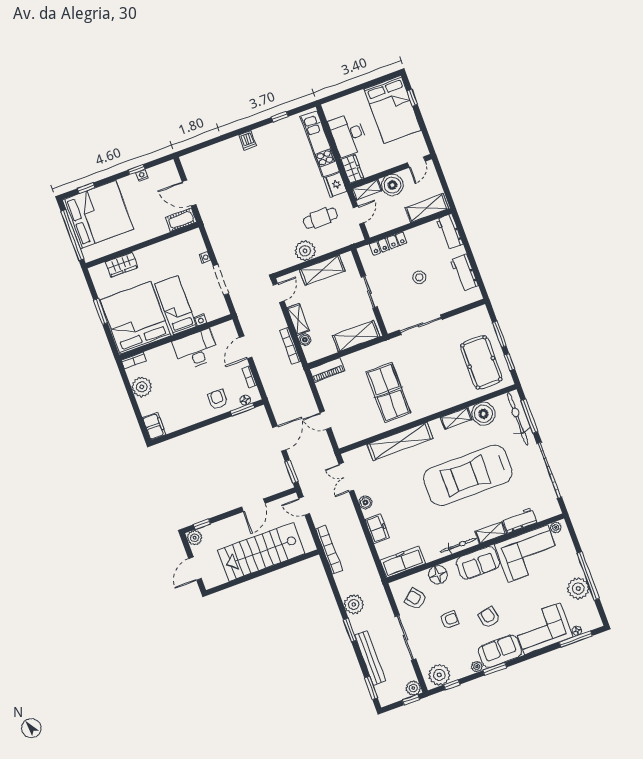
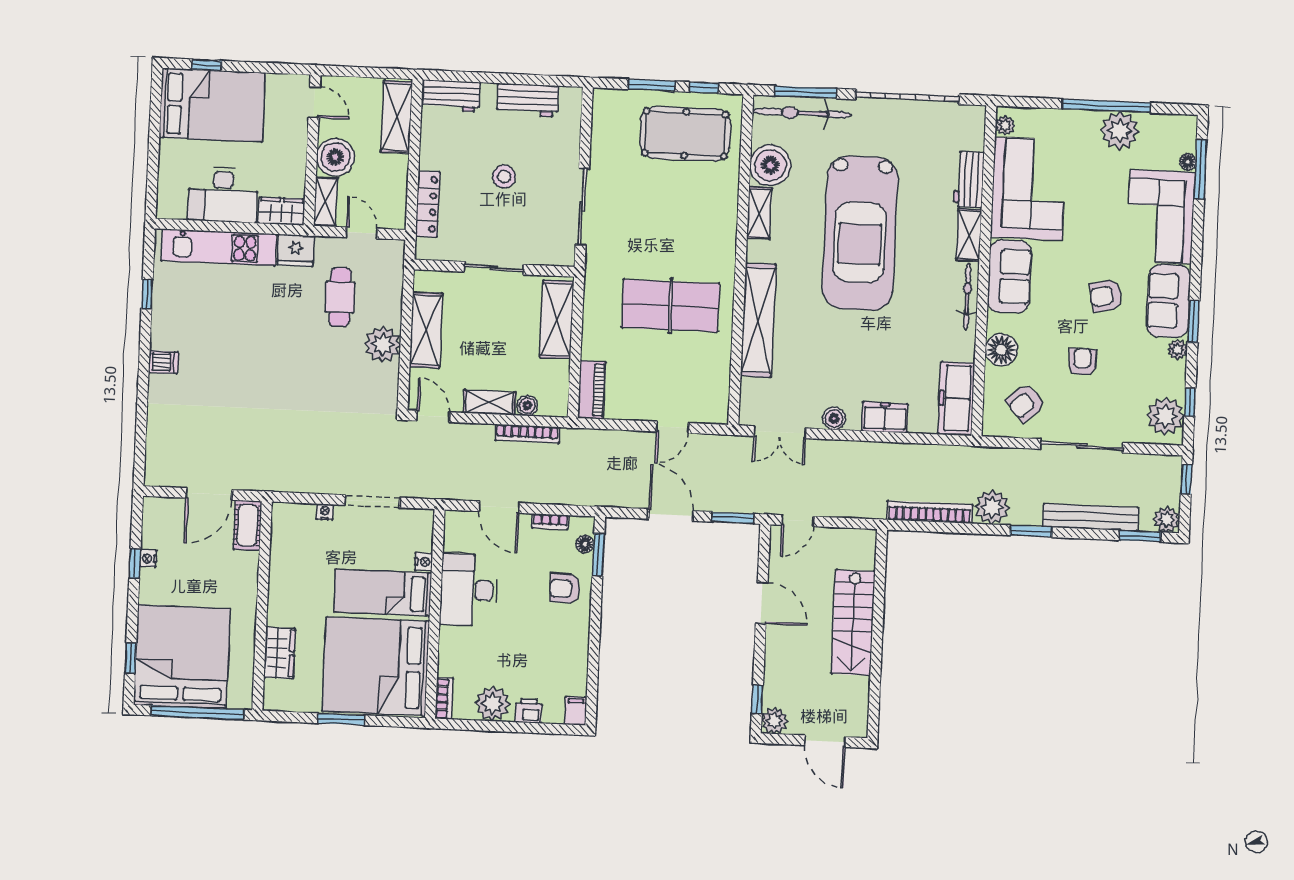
printer: (146, 407) -> (529, 711), added
filing cabinet: (154, 426) -> (576, 711), width x0.50
bookcase: (329, 550) -> (930, 512), moved
stairs: (261, 552) -> (853, 623), width x0.73, depth x0.66
plant: (413, 688) -> (1167, 520), moved

